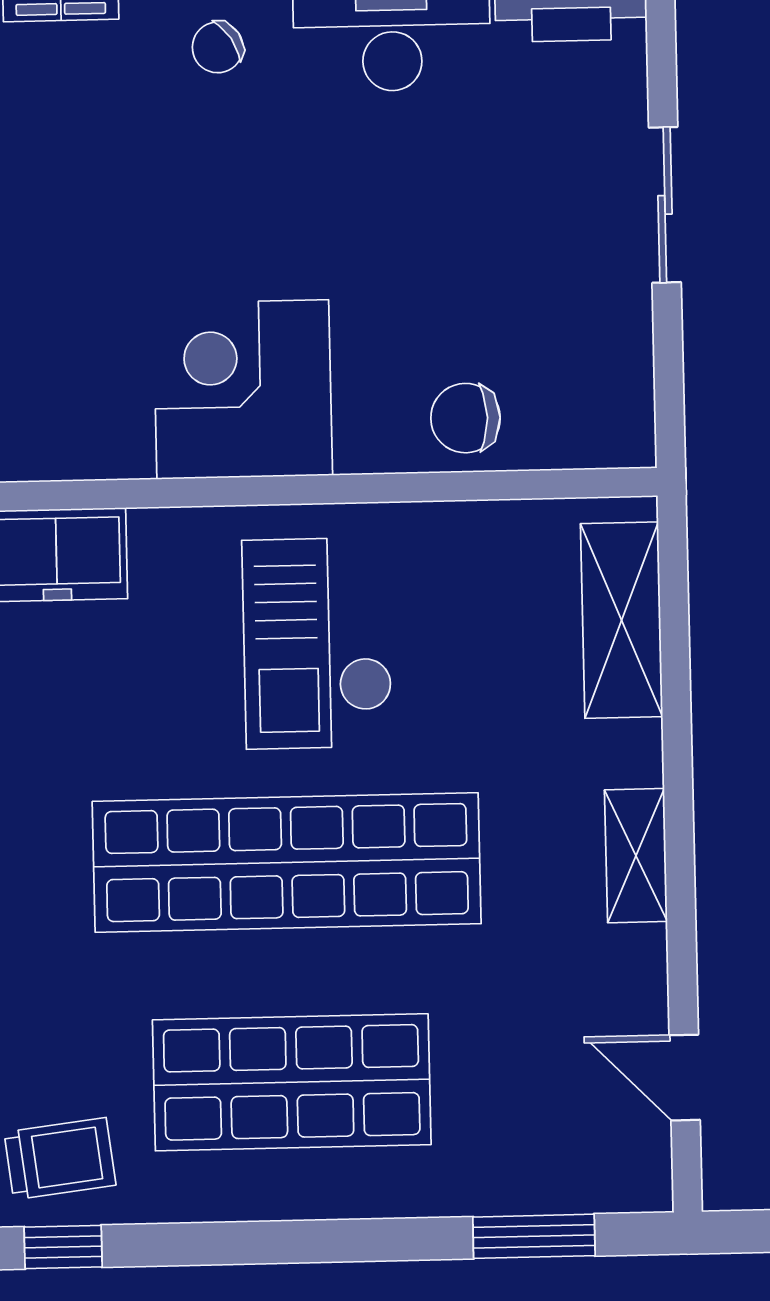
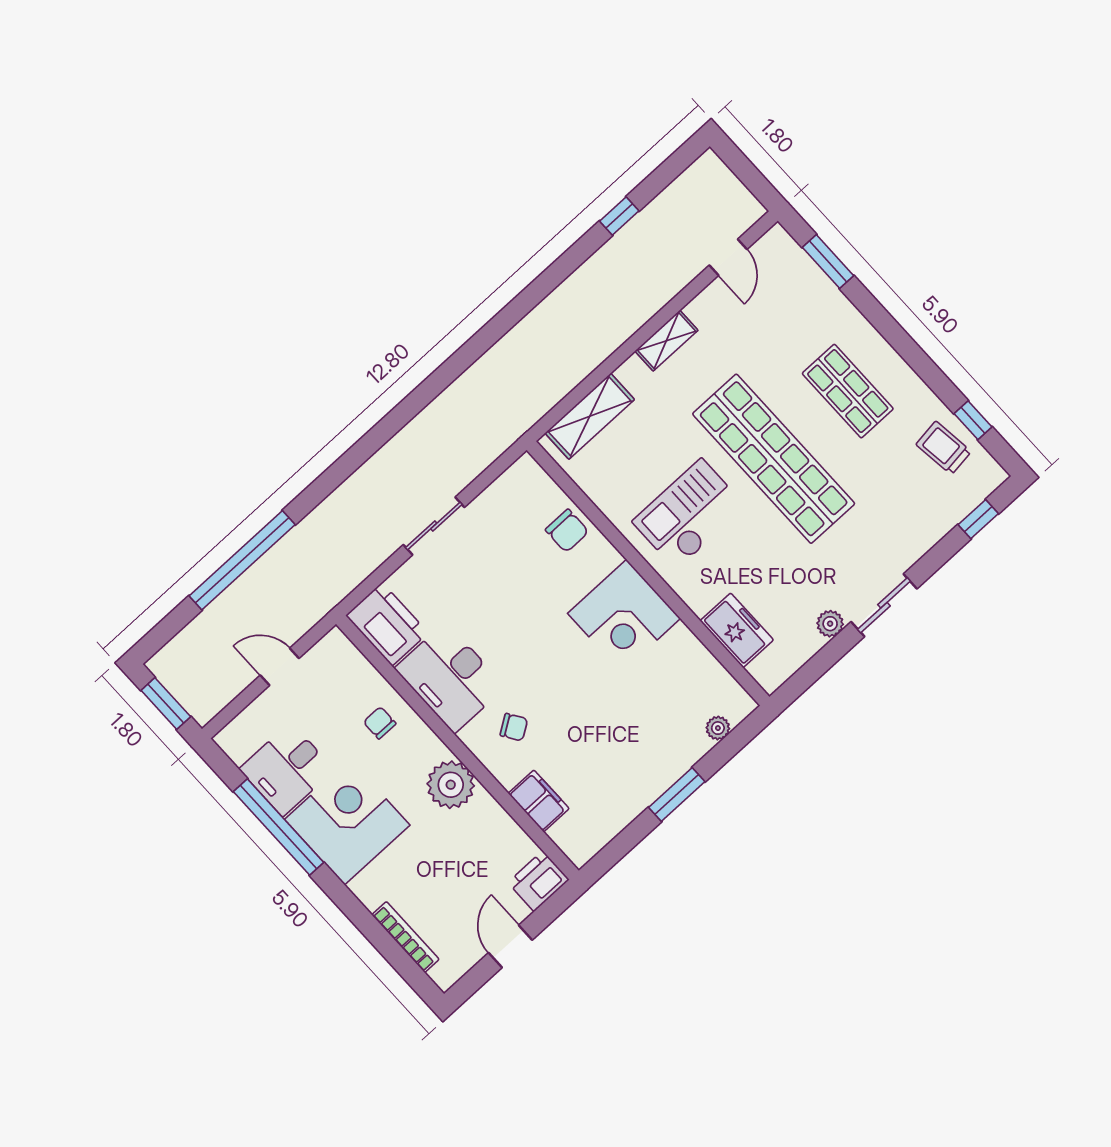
checkout: (317, 643) -> (689, 514), turned 180
shop shelf: (292, 1082) -> (848, 391), width x0.70, depth x0.74

